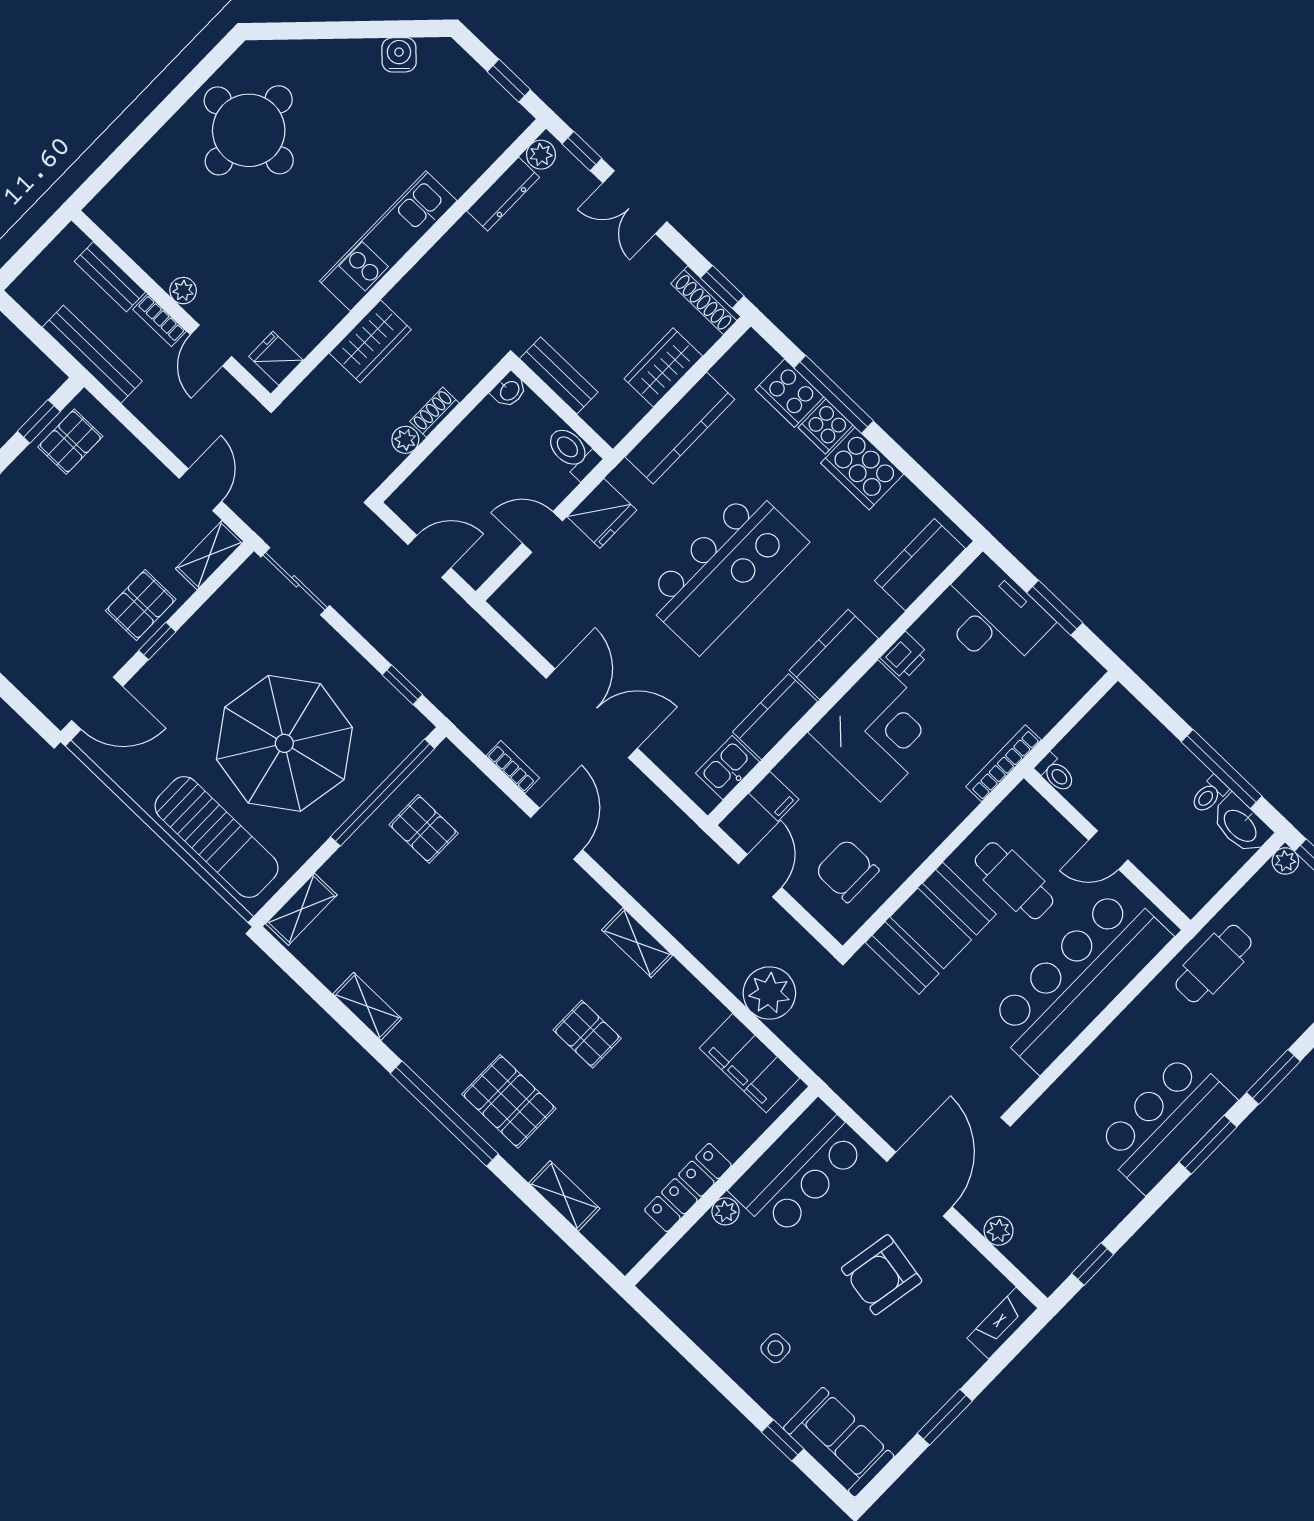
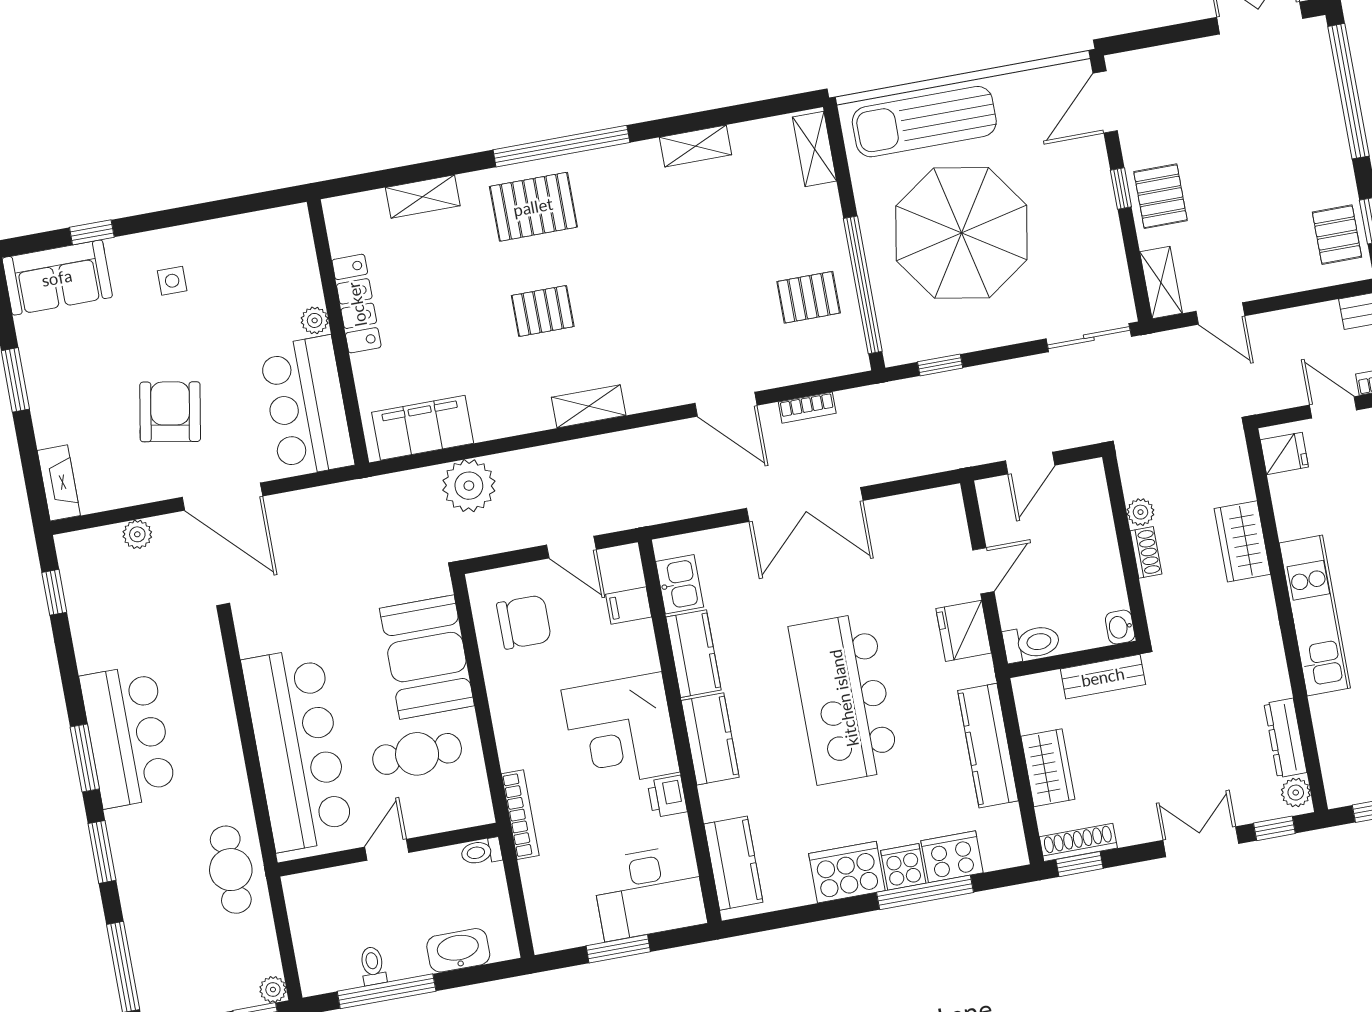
washbasin: (1241, 825) -> (458, 950), moved

